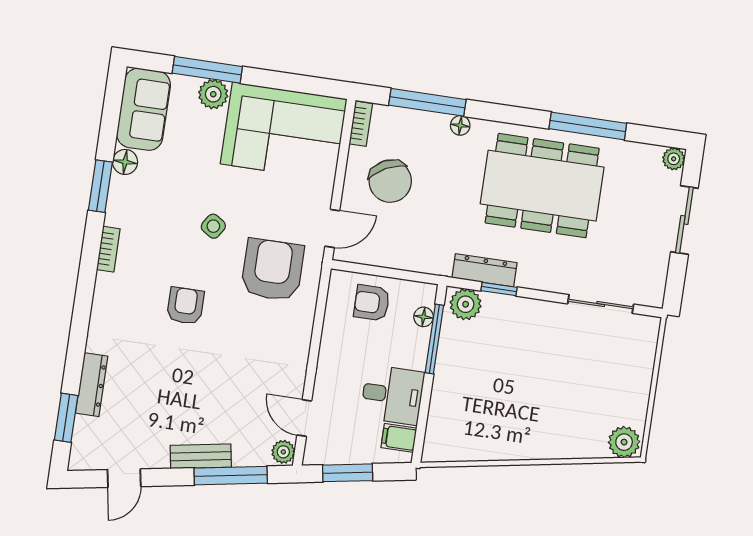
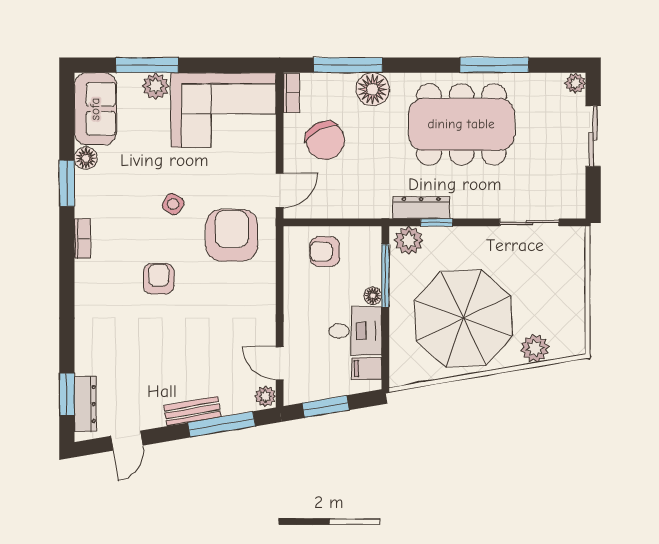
floor lamp: (460, 125) -> (373, 89), width x1.89, depth x1.89
floor lamp: (424, 317) -> (373, 296), moved
dresser: (92, 385) -> (85, 404), moved
parasol: (513, 398) -> (463, 318), added
plant: (624, 442) -> (535, 348), moved

